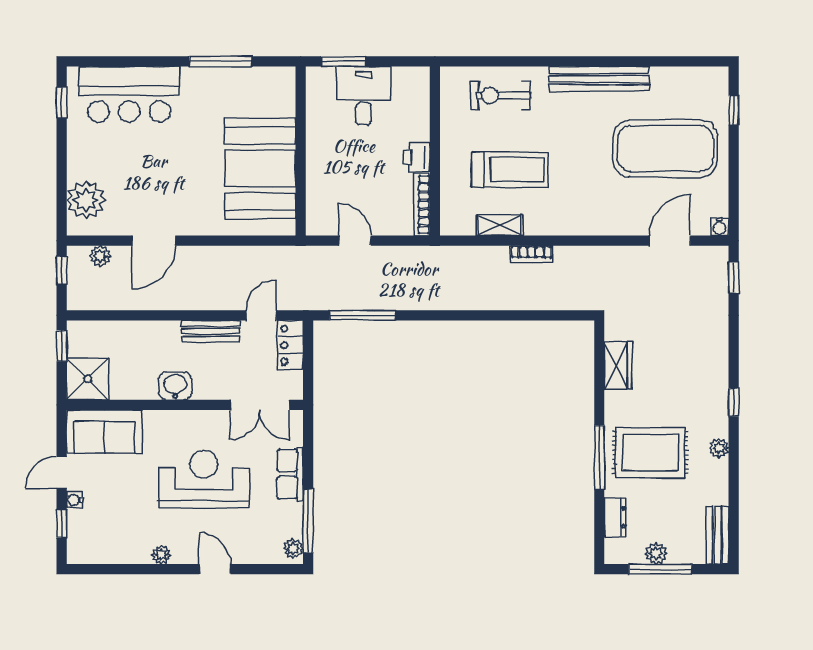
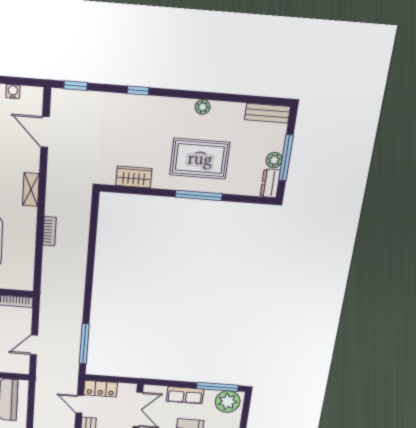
shelving: (500, 225) -> (31, 189), moved
water cooler: (720, 227) -> (13, 91), moved, turned -90
window: (734, 402) -> (138, 91), moved
rug: (650, 453) -> (200, 159), turned 90
dresser: (615, 517) -> (270, 183), moved, turned -90
plant: (293, 549) -> (228, 402), width x1.88, depth x1.88

